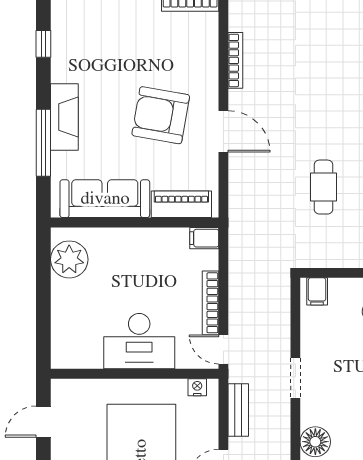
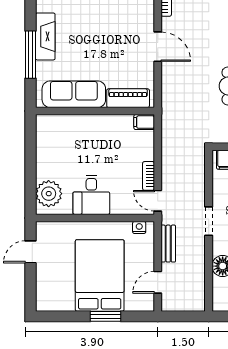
armchair: (161, 115) -> (113, 35), removed
plant: (69, 259) -> (49, 194), moved
bookcase: (210, 303) -> (149, 176), width x0.64
desk: (139, 341) -> (91, 195), width x0.73

